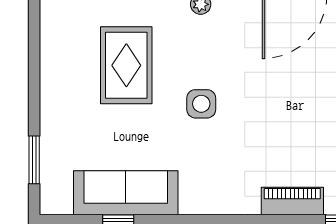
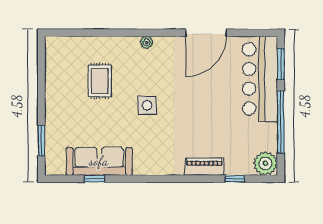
rug: (126, 65) -> (100, 81), width x0.73, depth x0.70

